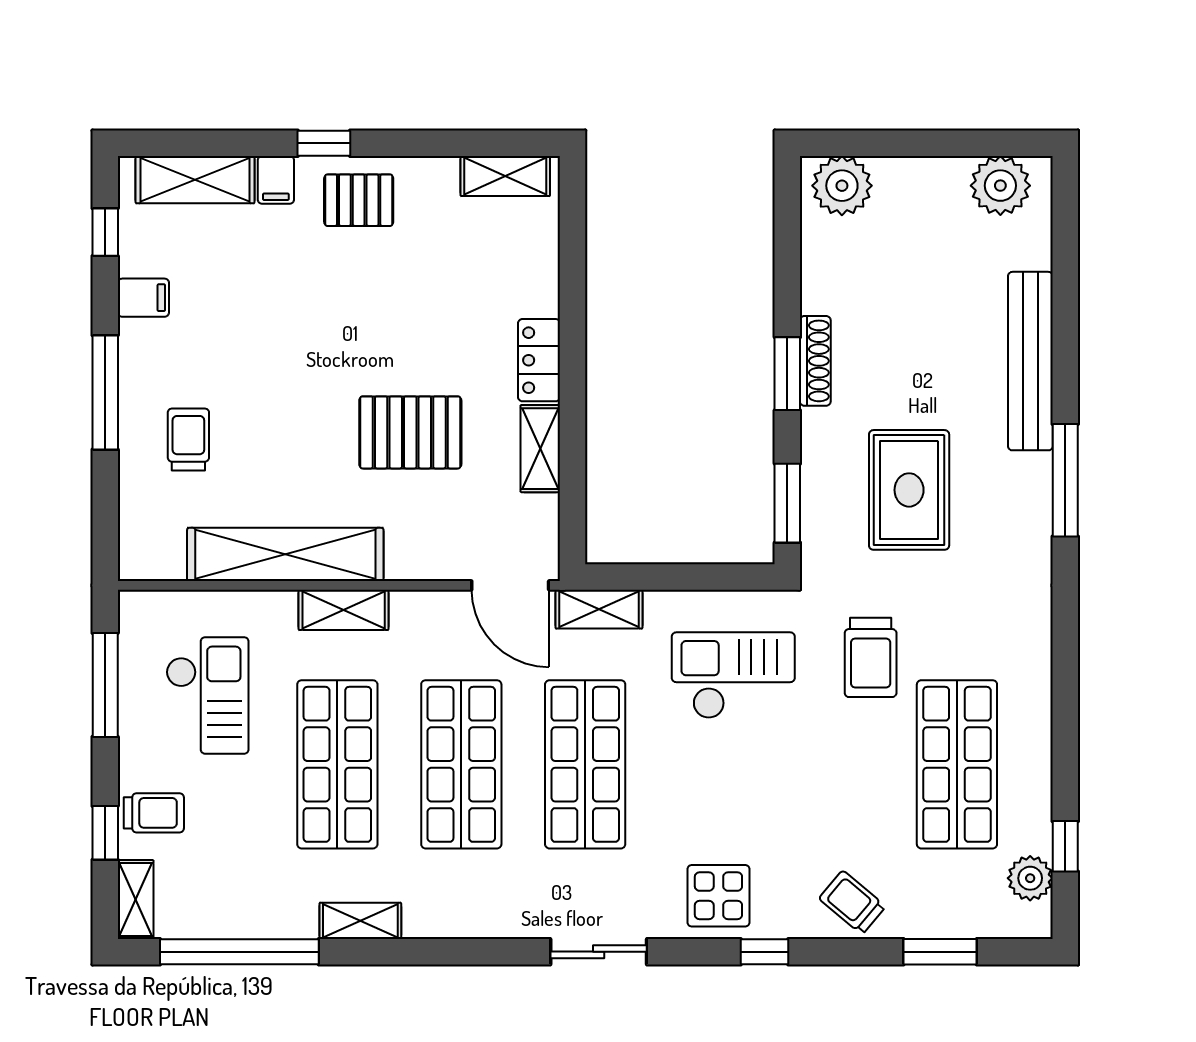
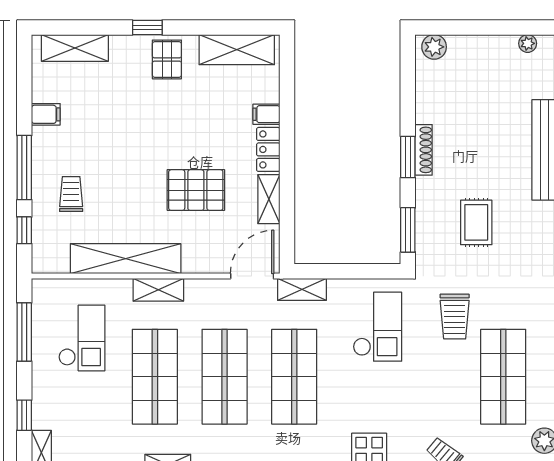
shelving: (505, 176) -> (237, 50), width x1.50, depth x1.33
filing cabinet: (276, 180) -> (266, 114), moved, turned 90
plant: (842, 186) -> (434, 47), width x0.73, depth x0.73
plant: (1000, 186) -> (528, 43), width x0.53, depth x0.53
pallet: (359, 200) -> (167, 59), turned 90
window: (105, 232) -> (24, 230), moved
rug: (909, 490) -> (476, 222), width x0.73, depth x0.70
door: (510, 585) -> (252, 276), swing flipped
checkout: (733, 675) -> (377, 327), turned 90
trolley: (154, 813) -> (52, 404), removed

